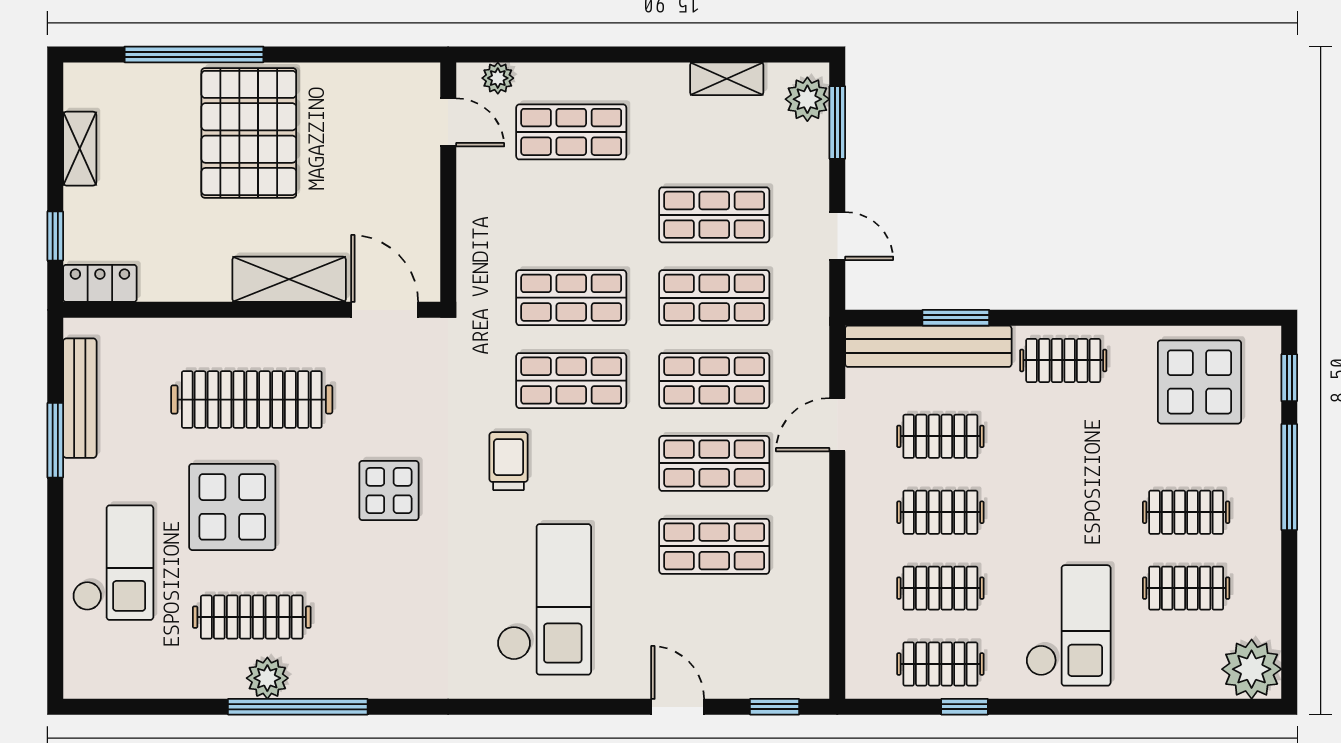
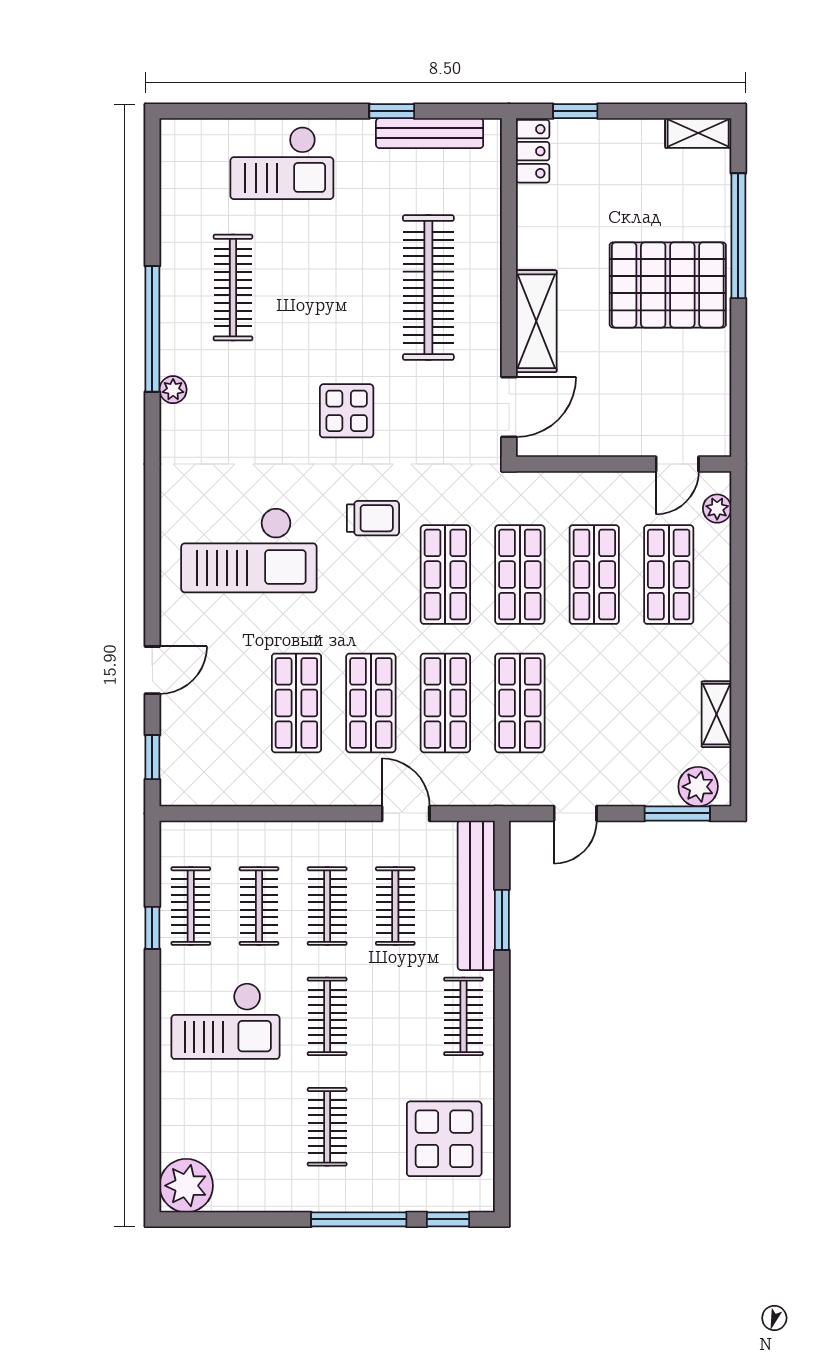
shelving: (80, 149) -> (698, 133), moved
shop shelf: (714, 215) -> (594, 575), moved
window: (55, 440) -> (392, 111), width x0.67
display table: (232, 507) -> (332, 270), removed
clothes rail: (1186, 588) -> (327, 1016), moved
plant: (267, 678) -> (173, 390), moved, width x0.73, depth x0.73

